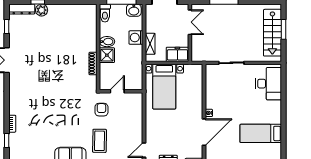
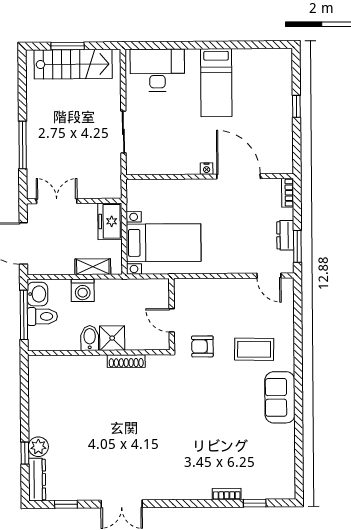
toilet: (105, 13) -> (42, 316), moved
bed: (261, 133) -> (216, 83), moved

